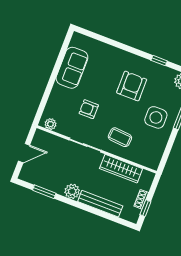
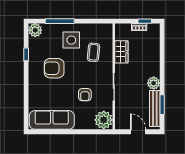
sofa: (72, 68) -> (52, 120), width x1.36
plant: (50, 124) -> (104, 120), width x1.88, depth x1.88
coffee table: (120, 137) -> (93, 52), moved
wardrobe: (121, 169) -> (121, 52), width x0.67
bench: (100, 204) -> (155, 109), moved

